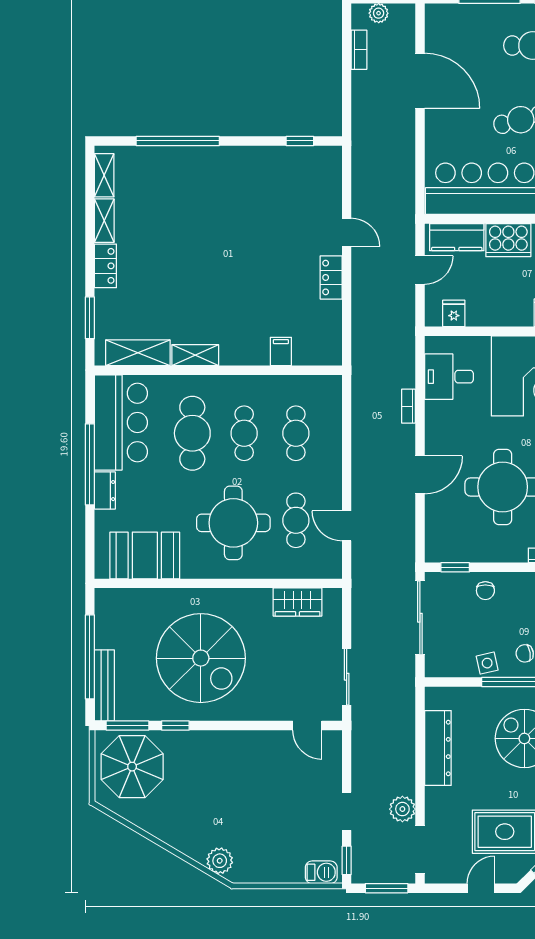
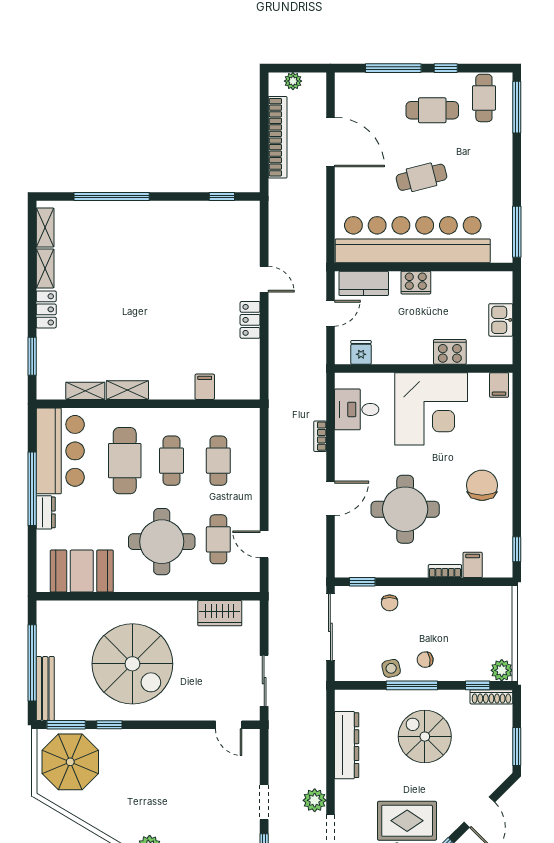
bookcase: (359, 50) -> (278, 137), width x2.31, depth x1.31
cooker: (508, 240) -> (416, 283), width x0.73, depth x0.76
shelving: (138, 353) -> (85, 391), width x0.67, depth x0.75

